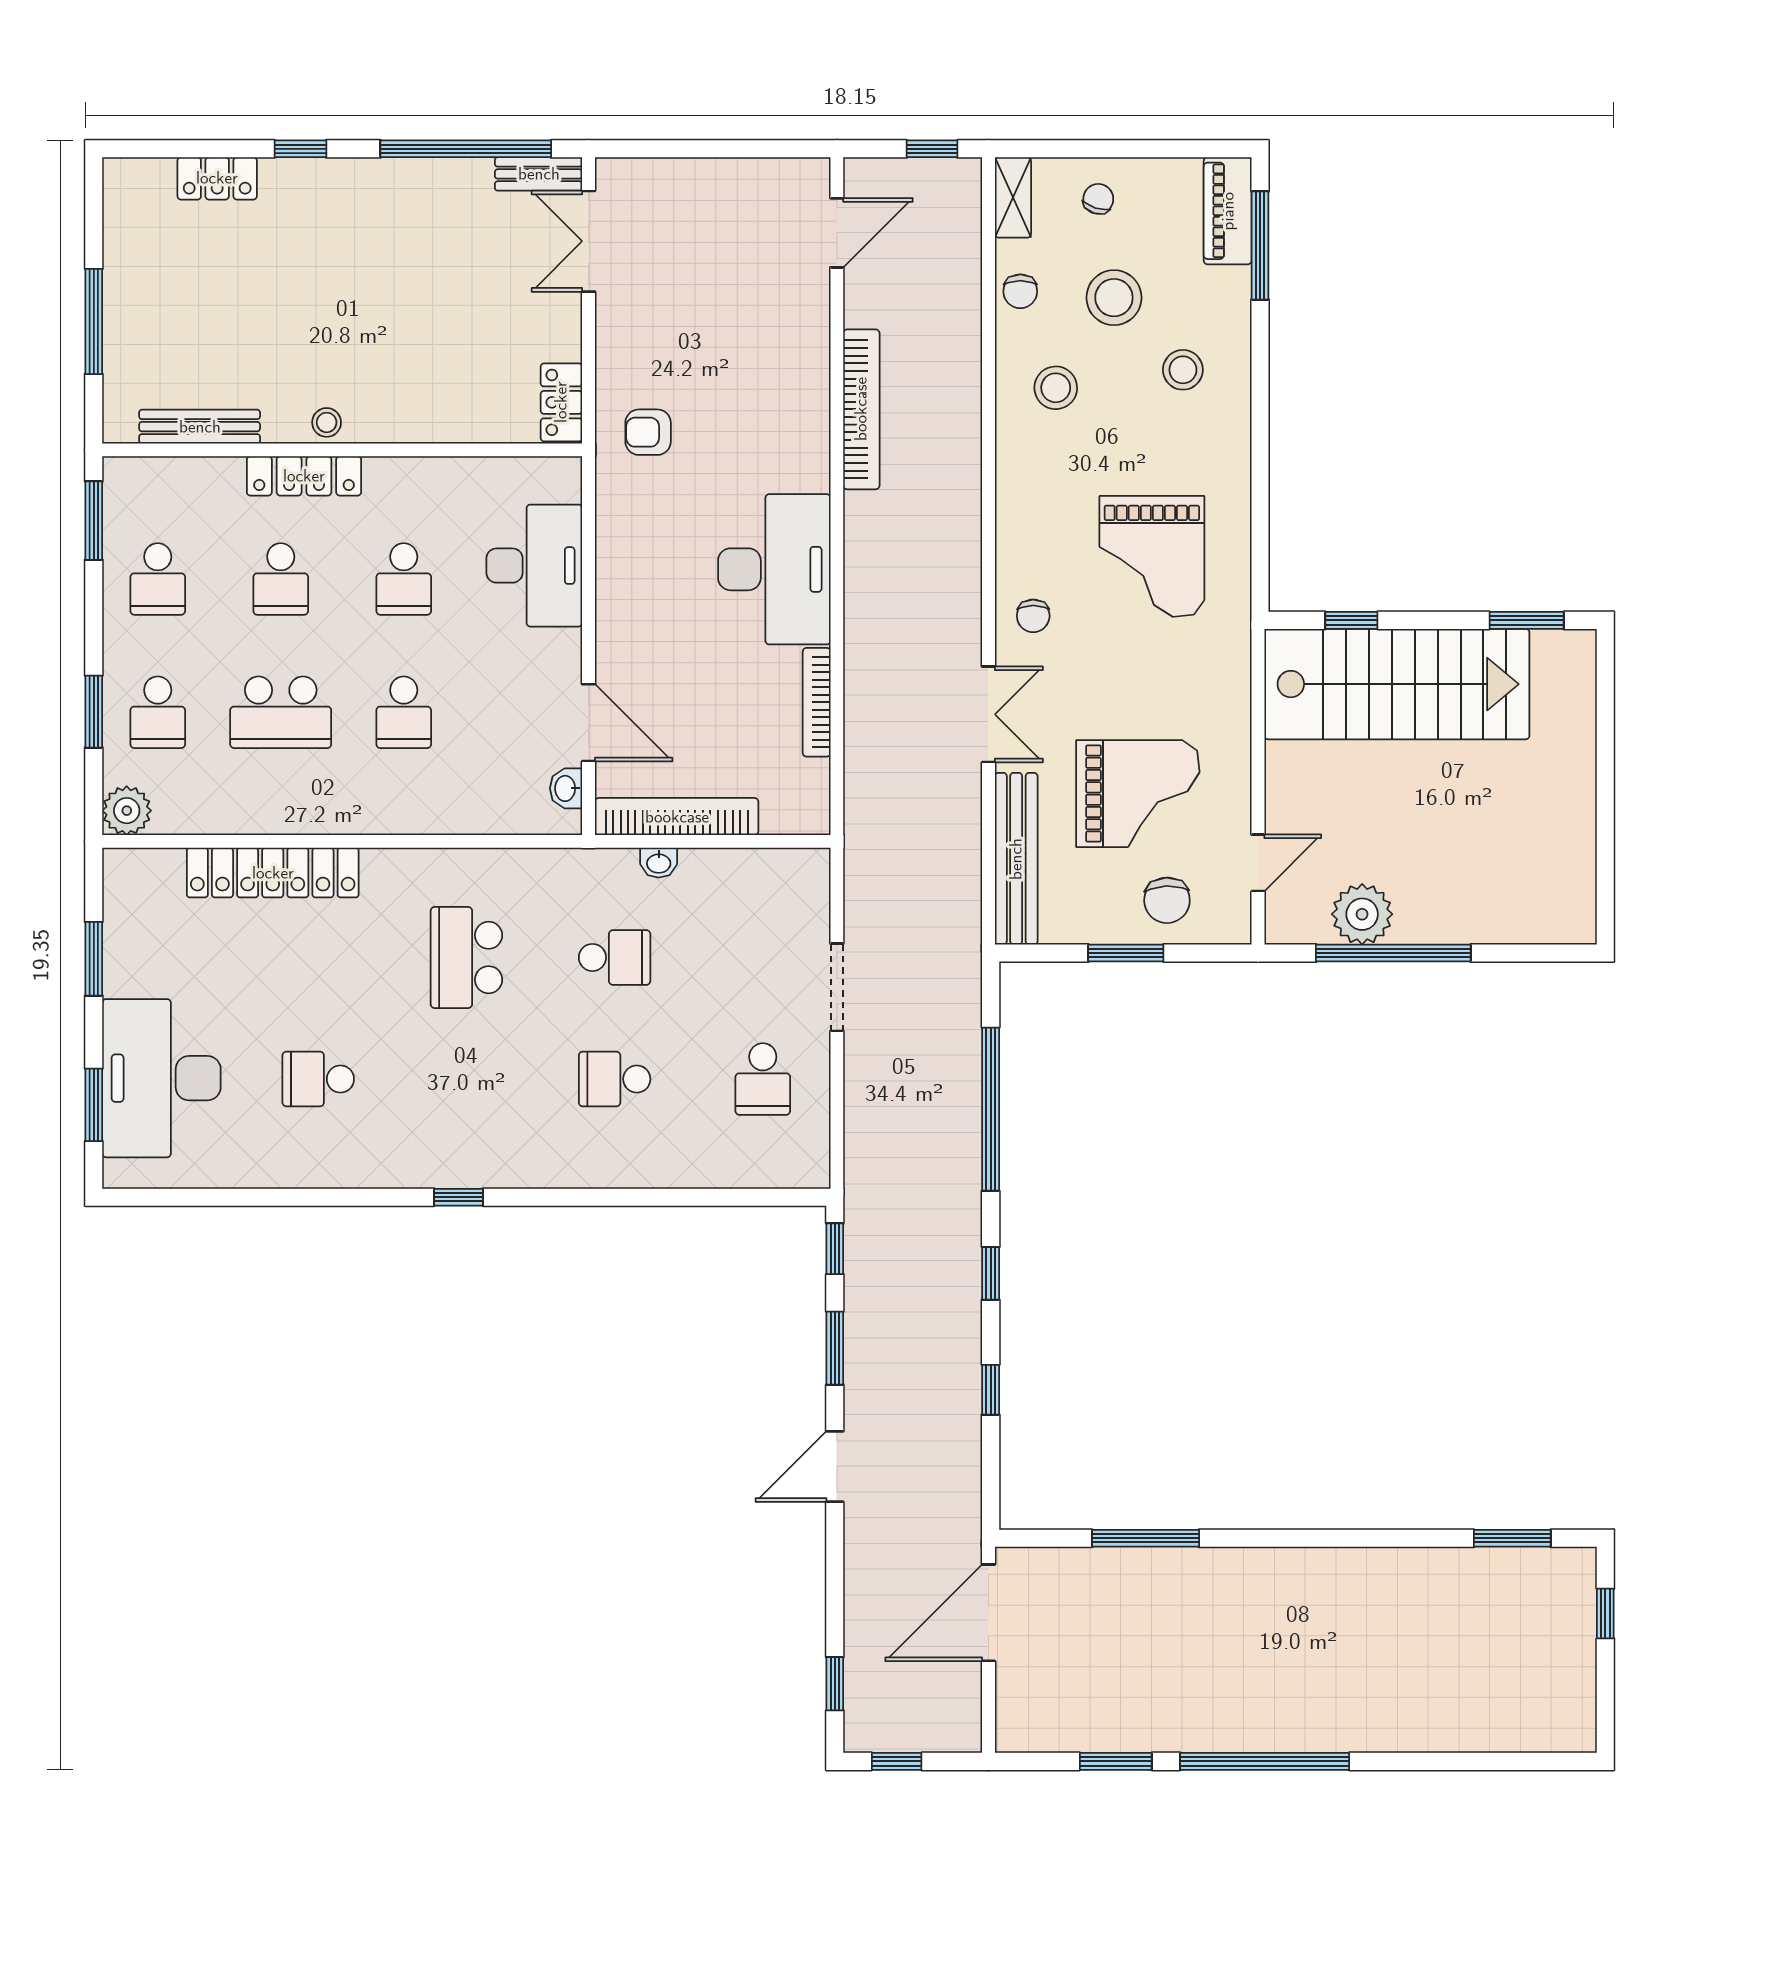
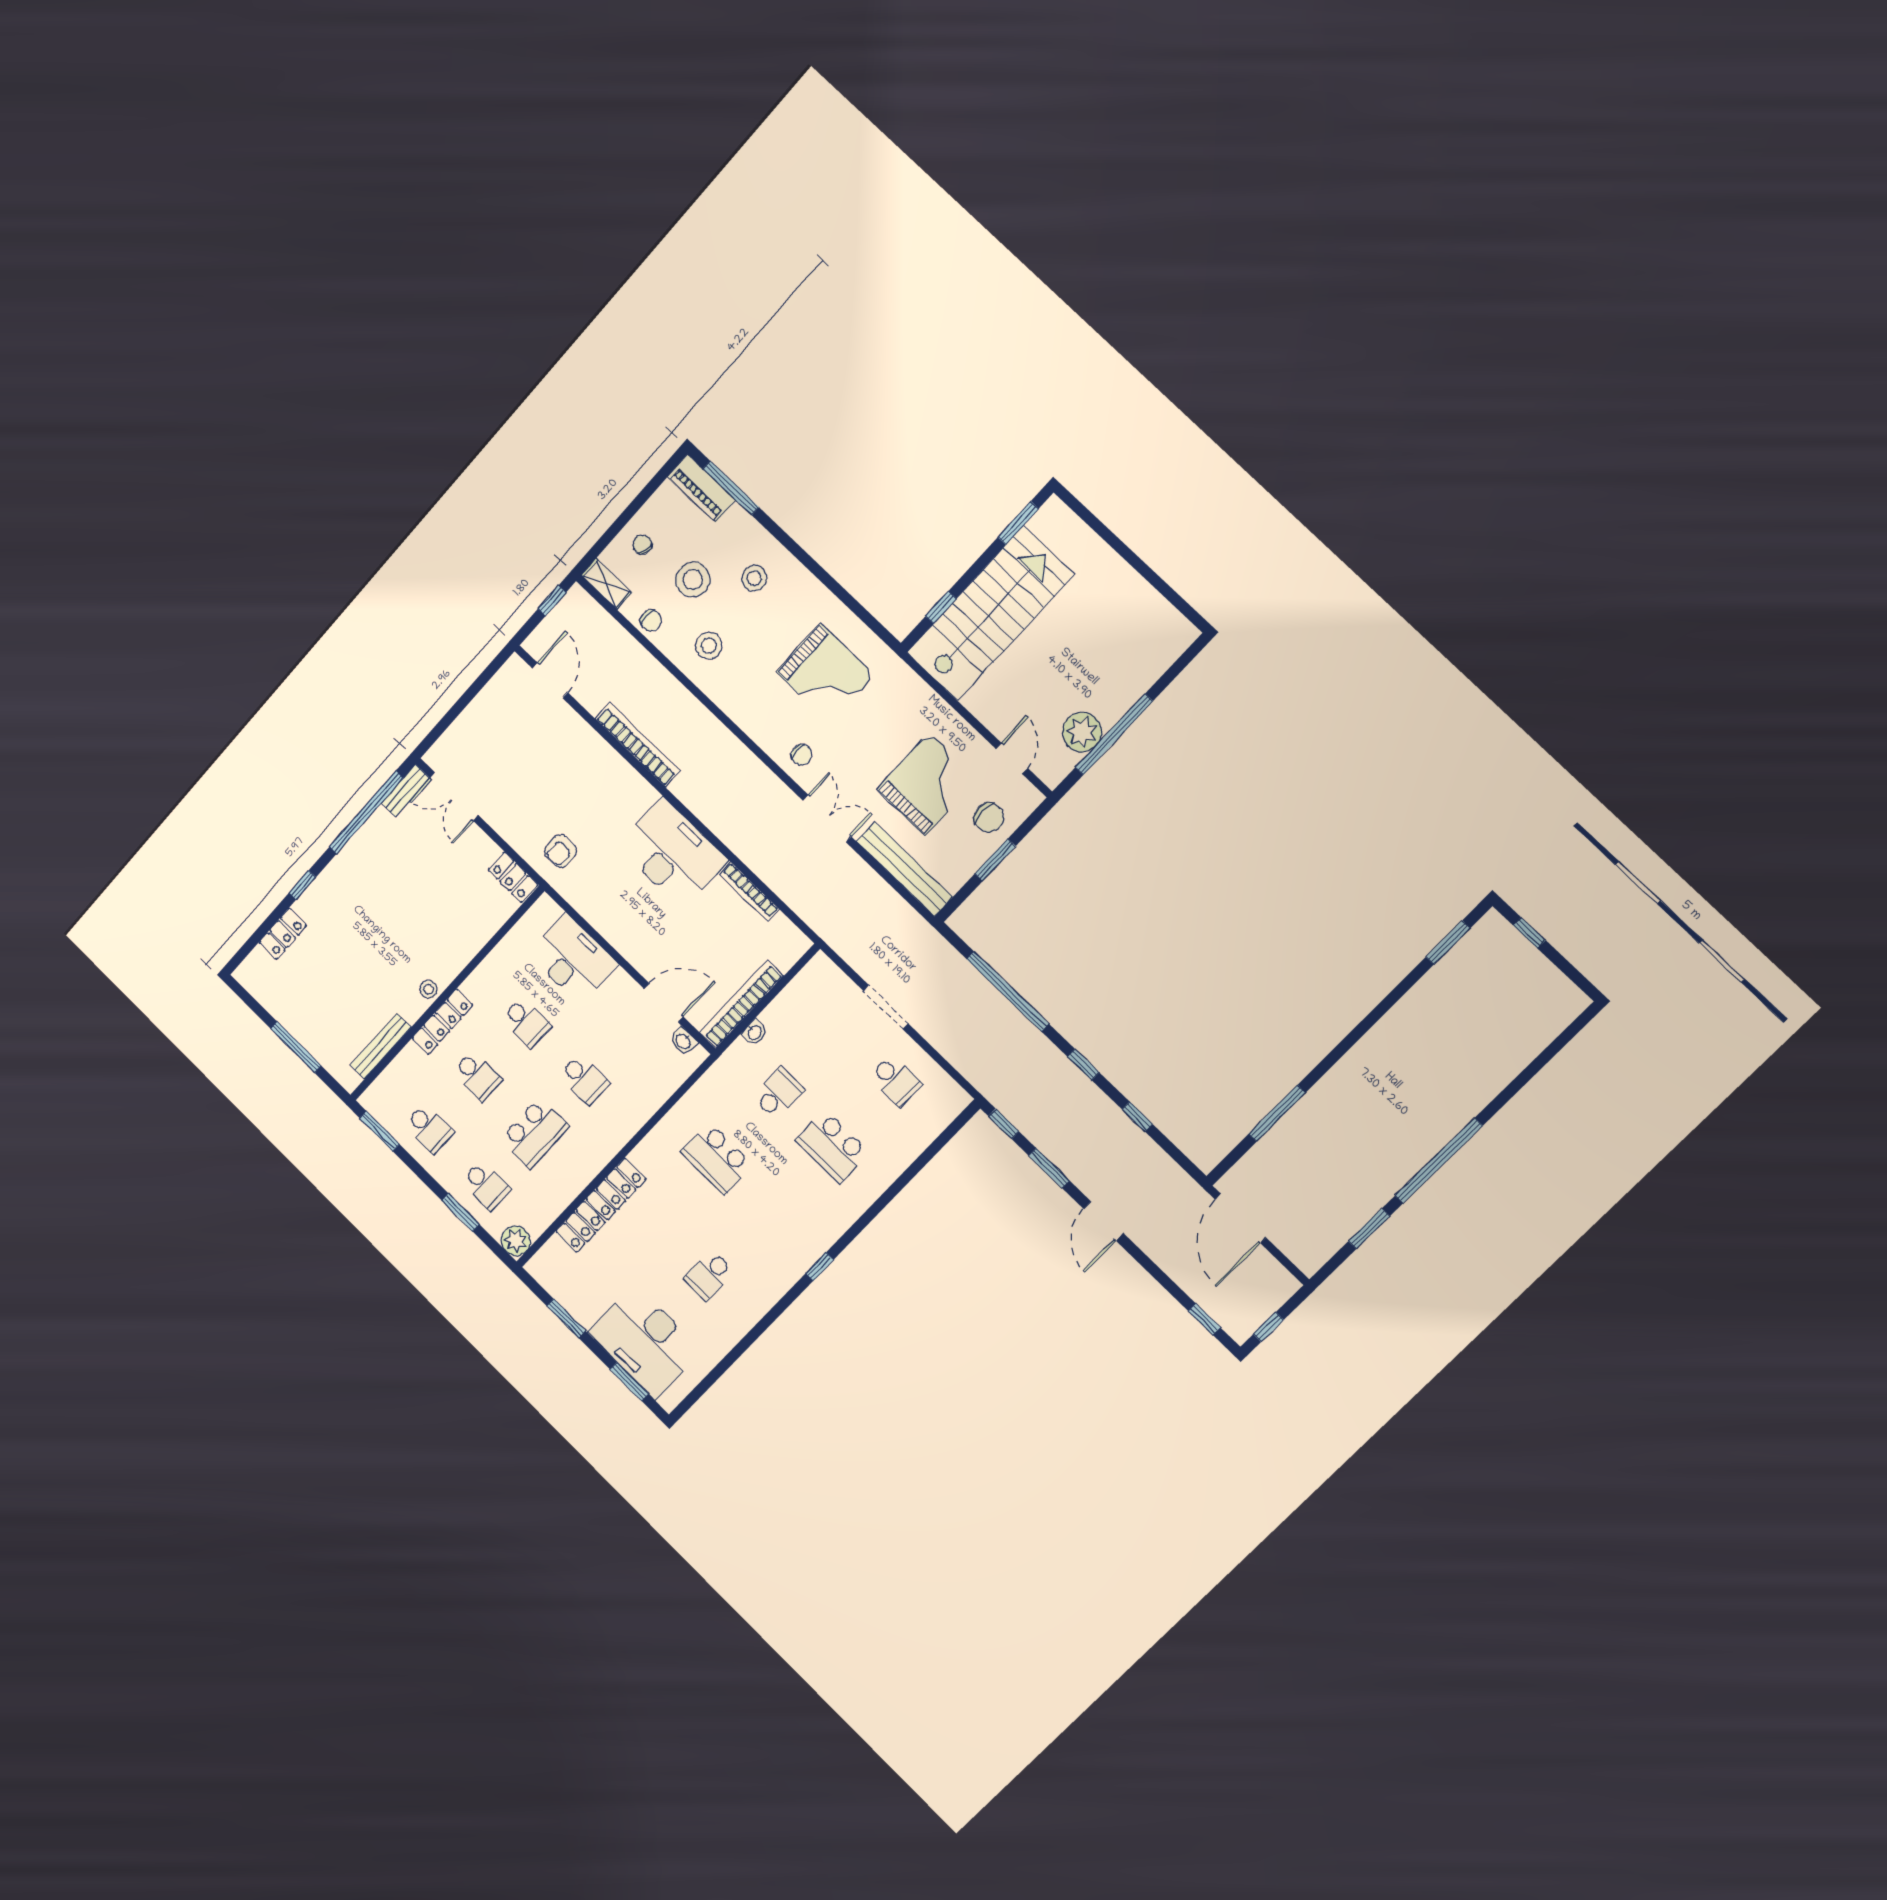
school desk: (615, 1079) -> (832, 1147), width x1.85

